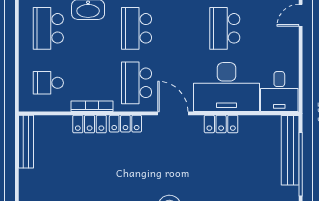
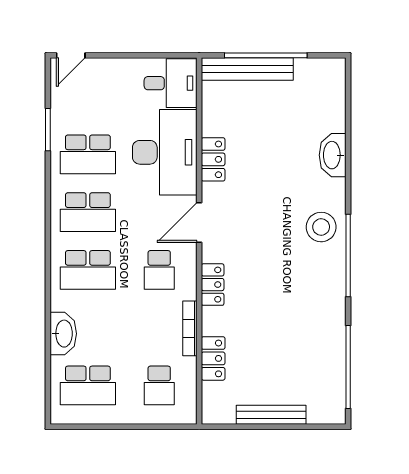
door: (301, 15) -> (71, 55), hinge flipped
school desk: (181, 28) -> (88, 212), added
school desk: (137, 83) -> (159, 270), width x0.54
locker: (90, 124) -> (213, 358), moved
bench: (26, 142) -> (271, 415), moved

